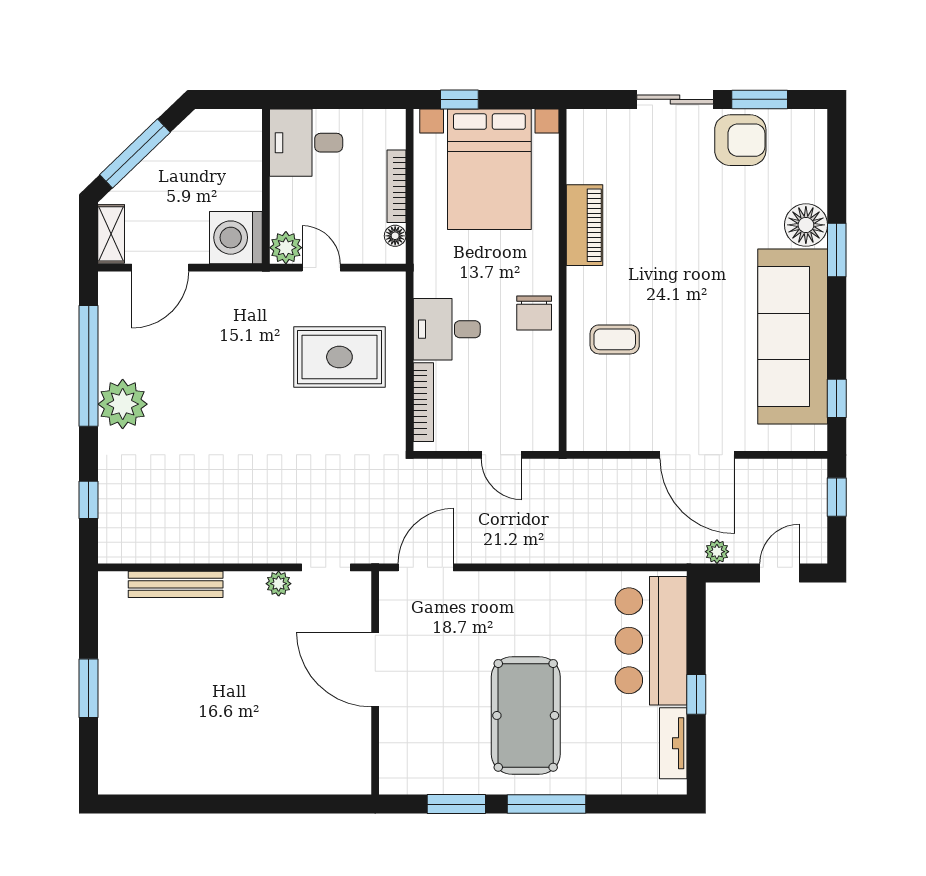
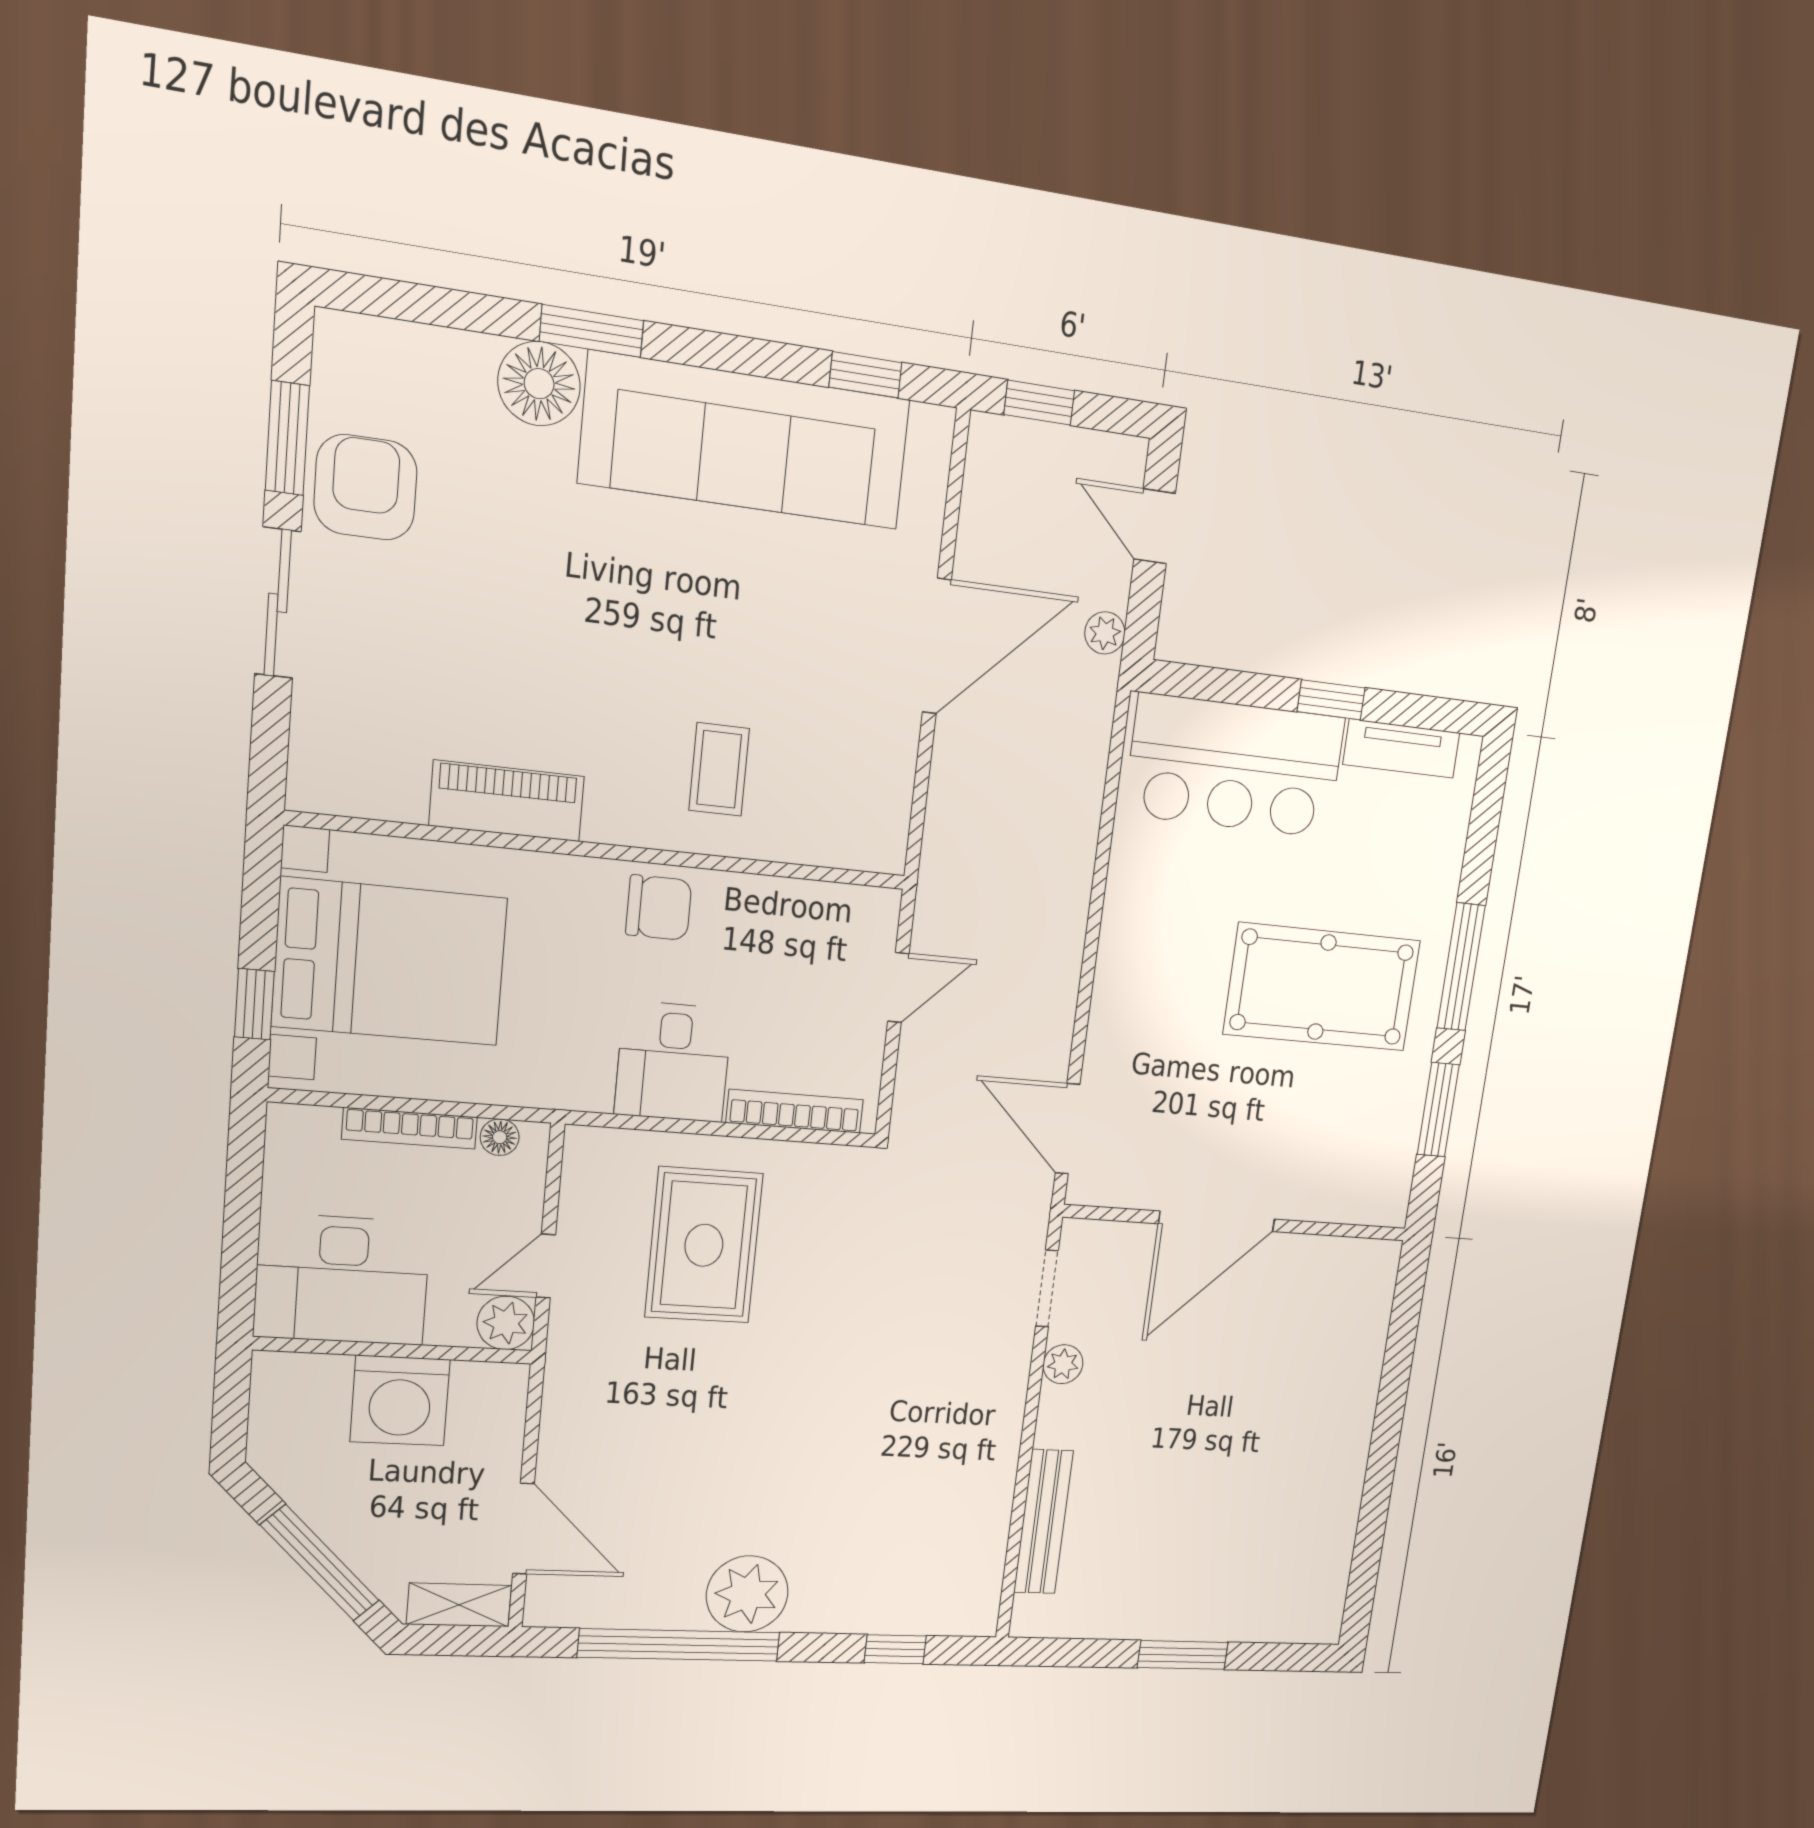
desk: (306, 143) -> (342, 1280), width x1.37
washing machine: (236, 238) -> (400, 1401), moved

